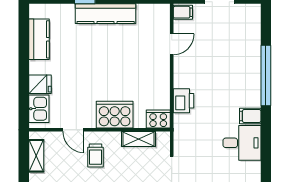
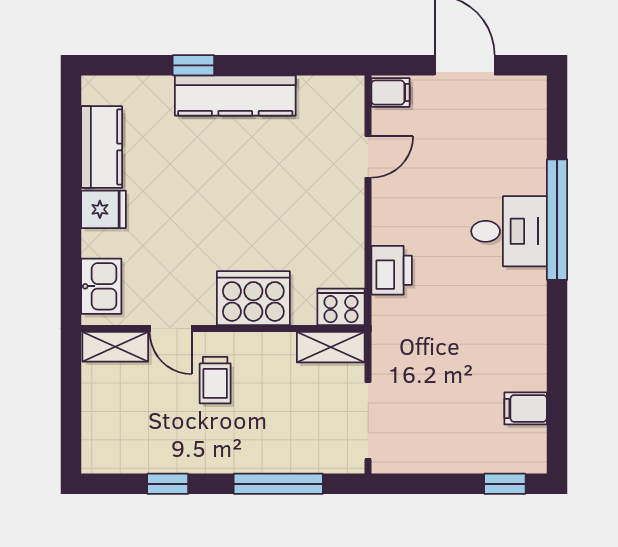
fridge: (40, 84) -> (103, 209), moved
filing cabinet: (250, 116) -> (526, 408), moved
shelving: (139, 139) -> (331, 347), moved
desk: (242, 143) -> (509, 231), moved
shelving: (36, 156) -> (115, 347), moved, turned 90

